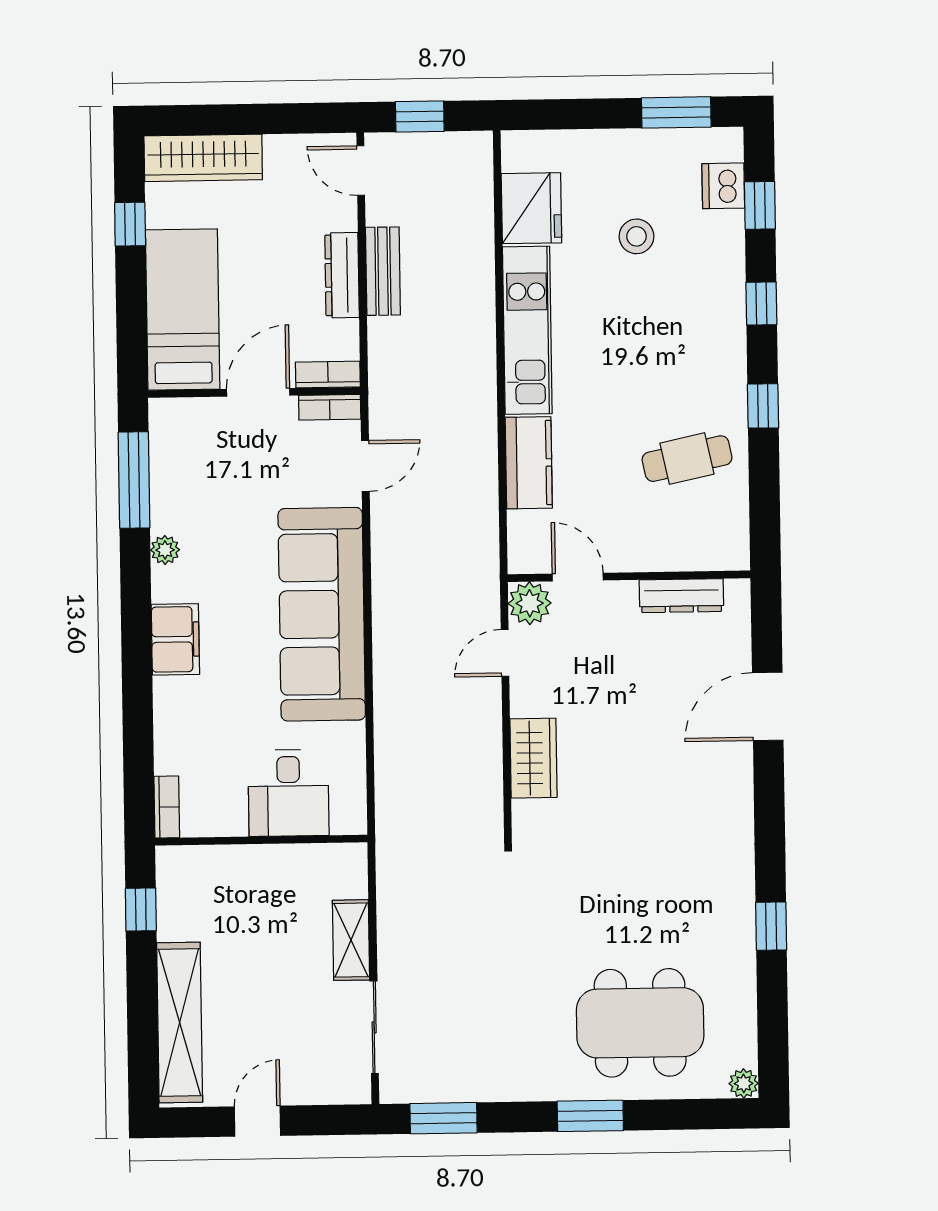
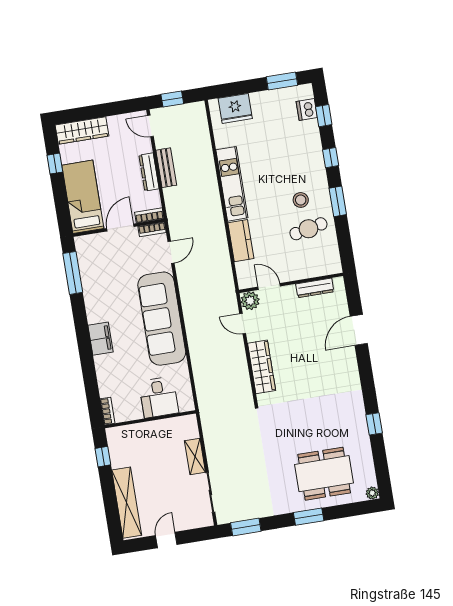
fridge: (531, 208) -> (235, 108), moved, turned 90
stool: (637, 236) -> (301, 200), moved
window: (763, 406) -> (338, 201), width x1.50
plant: (165, 550) -> (90, 301), removed
door: (505, 653) -> (243, 324), hinge flipped
wardrobe: (533, 758) -> (262, 367), width x1.50

